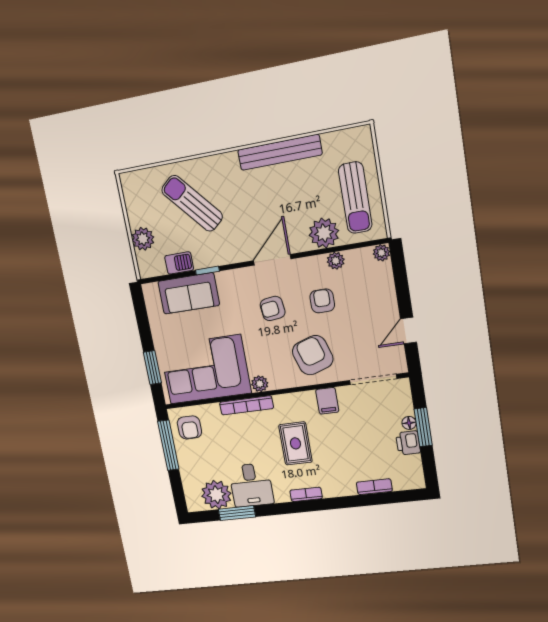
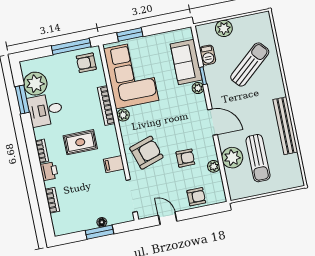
sun lounger: (355, 198) -> (258, 158), moved, turned -90
plant: (381, 253) -> (198, 88), moved
armchair: (273, 308) -> (196, 197), moved, turned 97
printer: (408, 443) -> (49, 171), moved, turned 90

